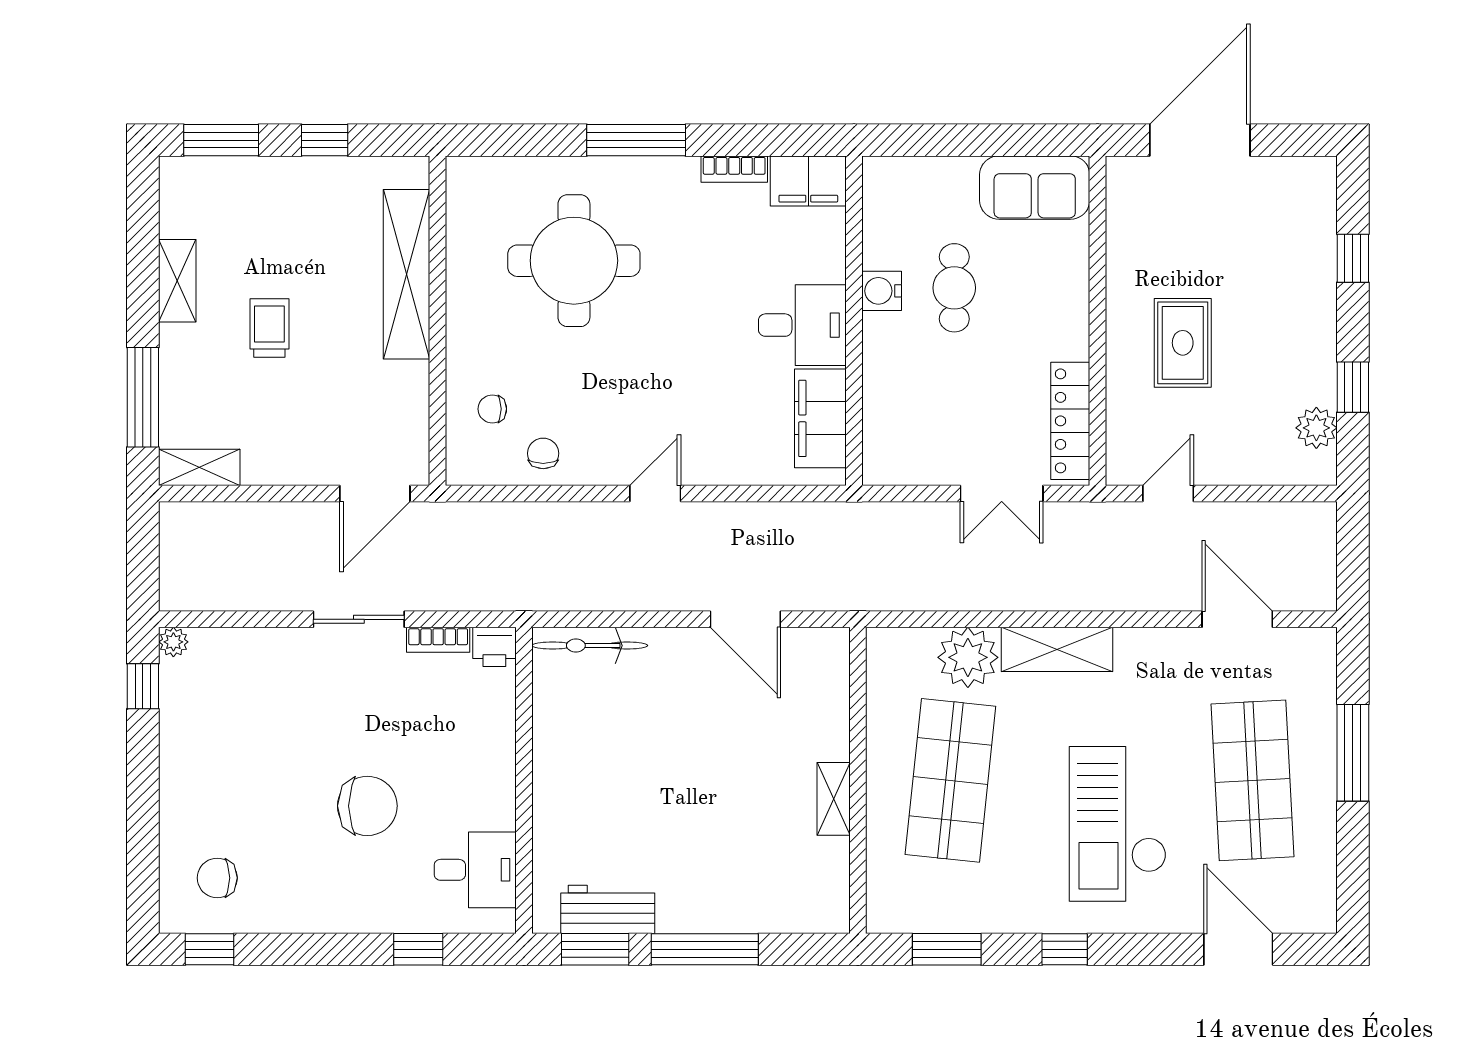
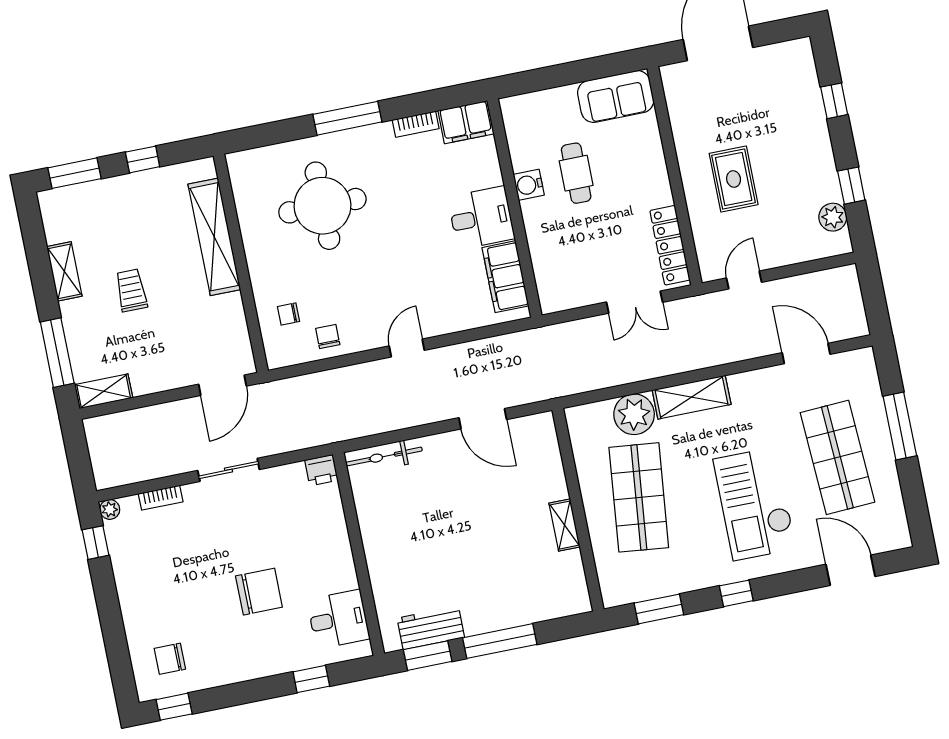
bookcase: (438, 640) -> (161, 498), moved

